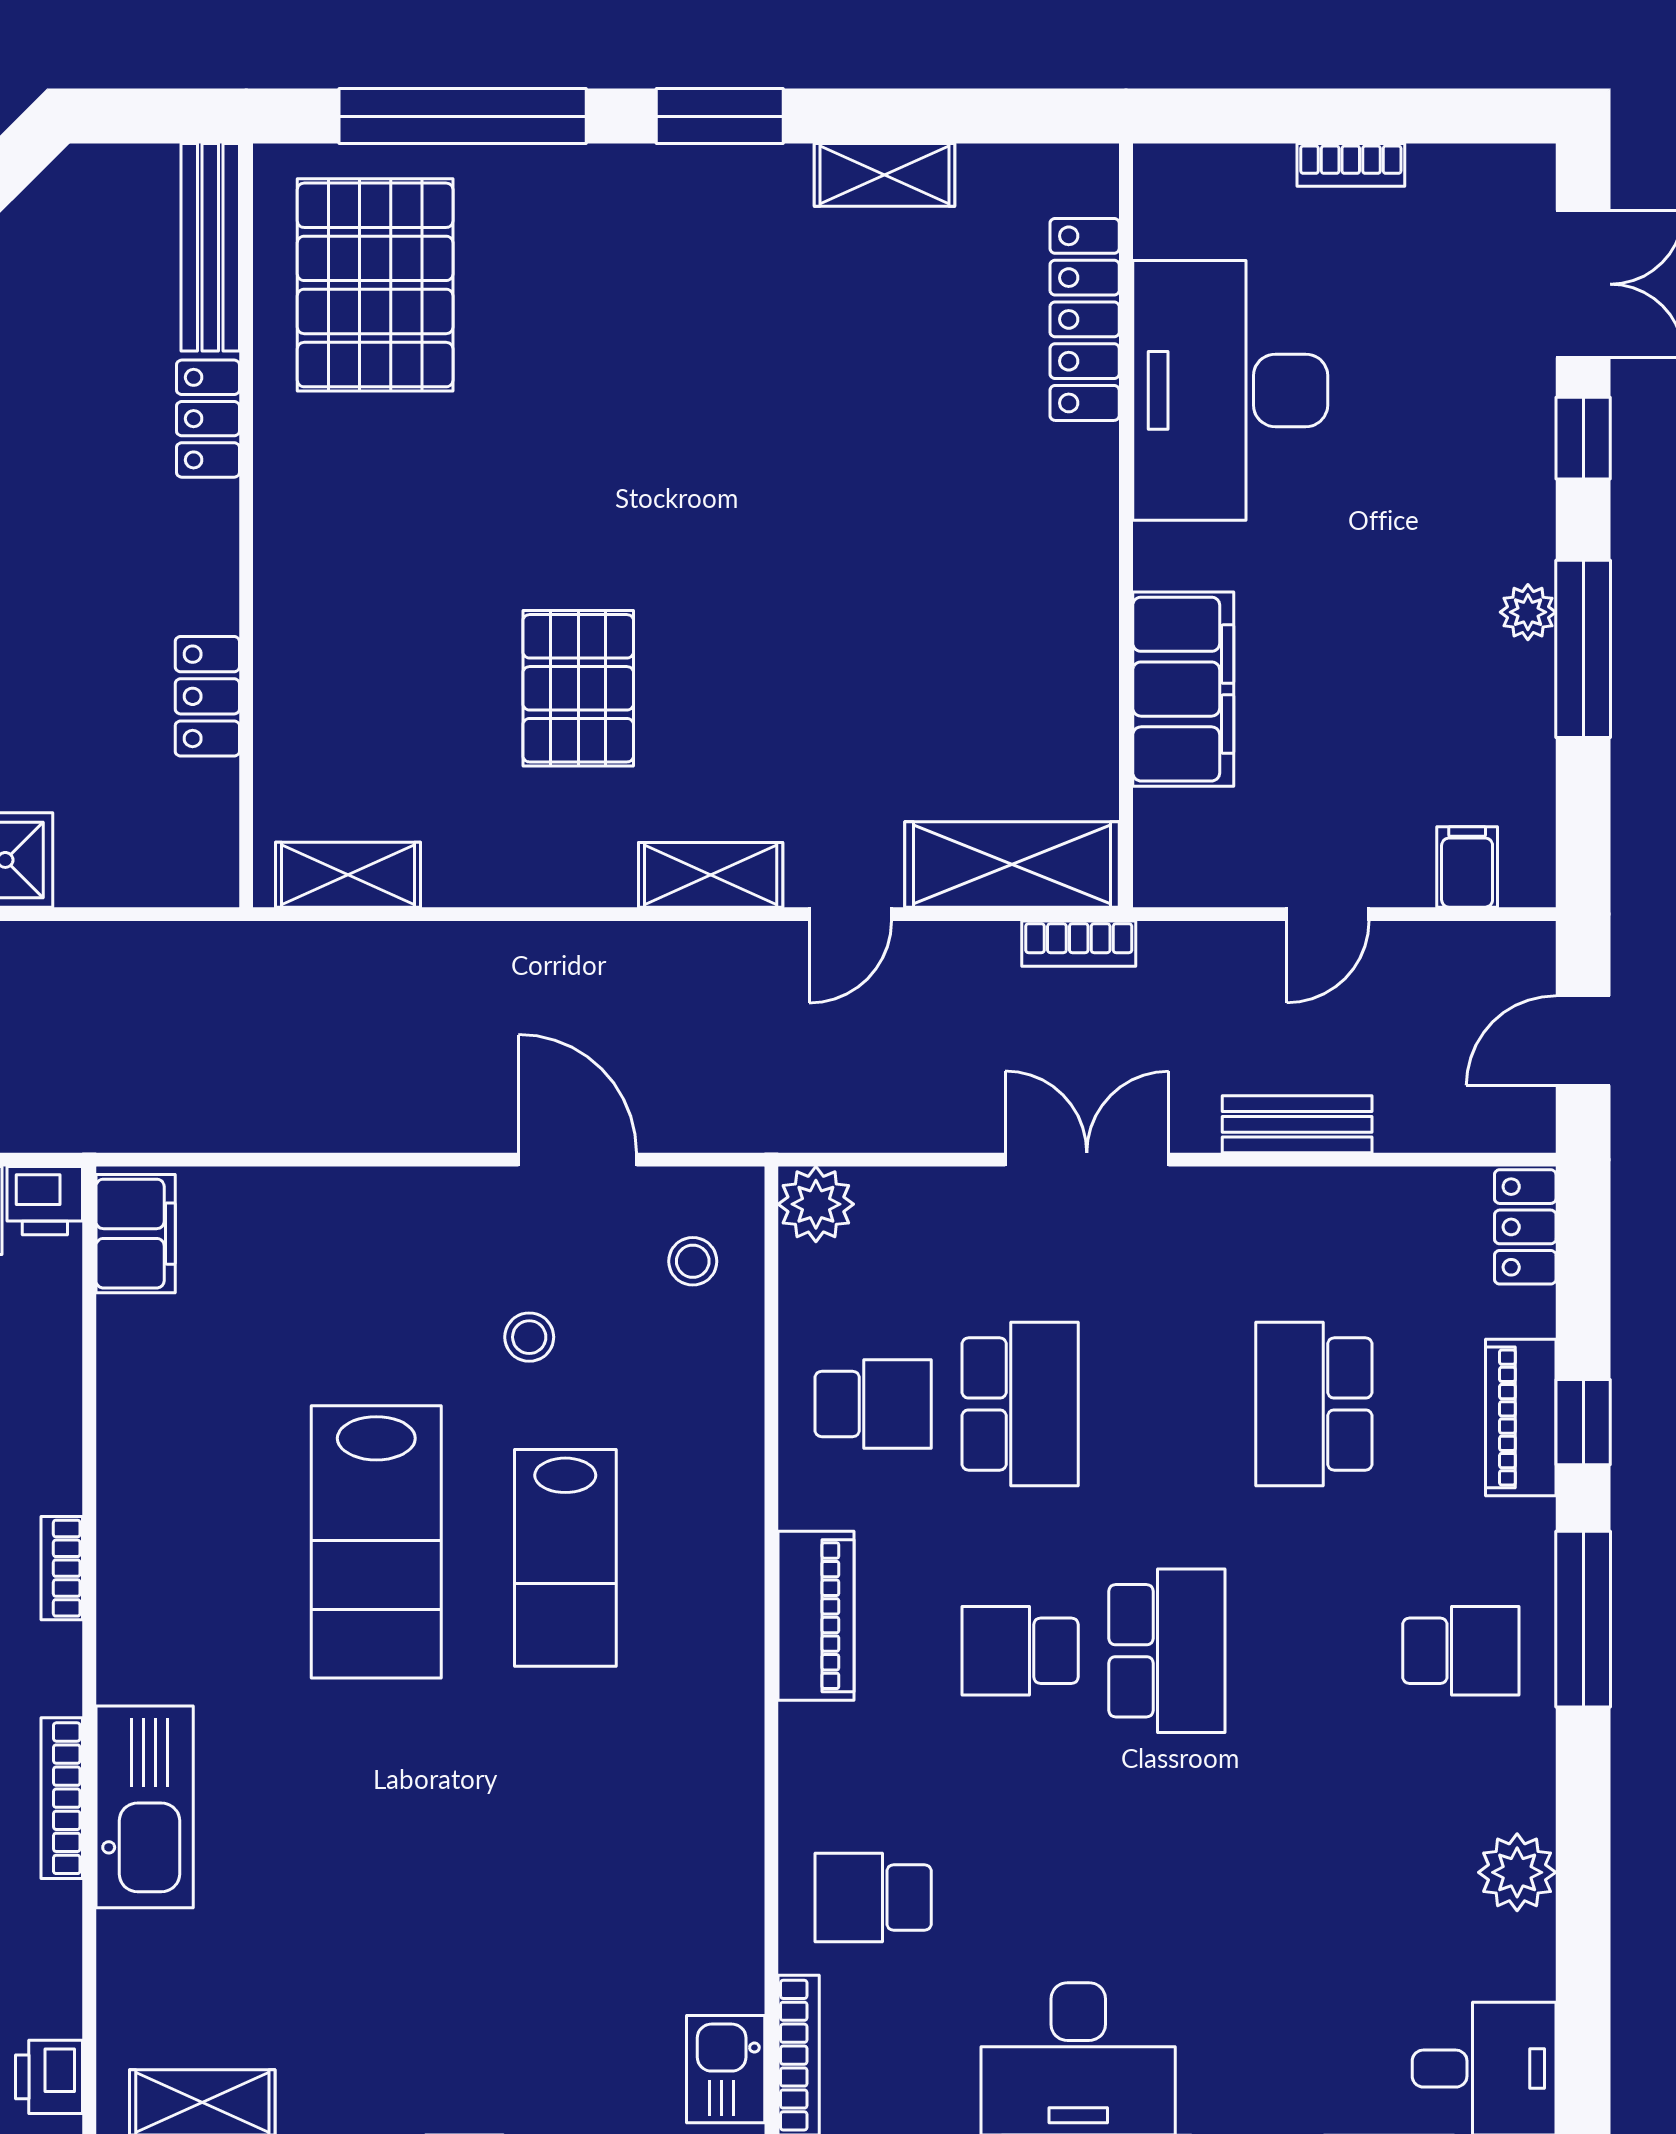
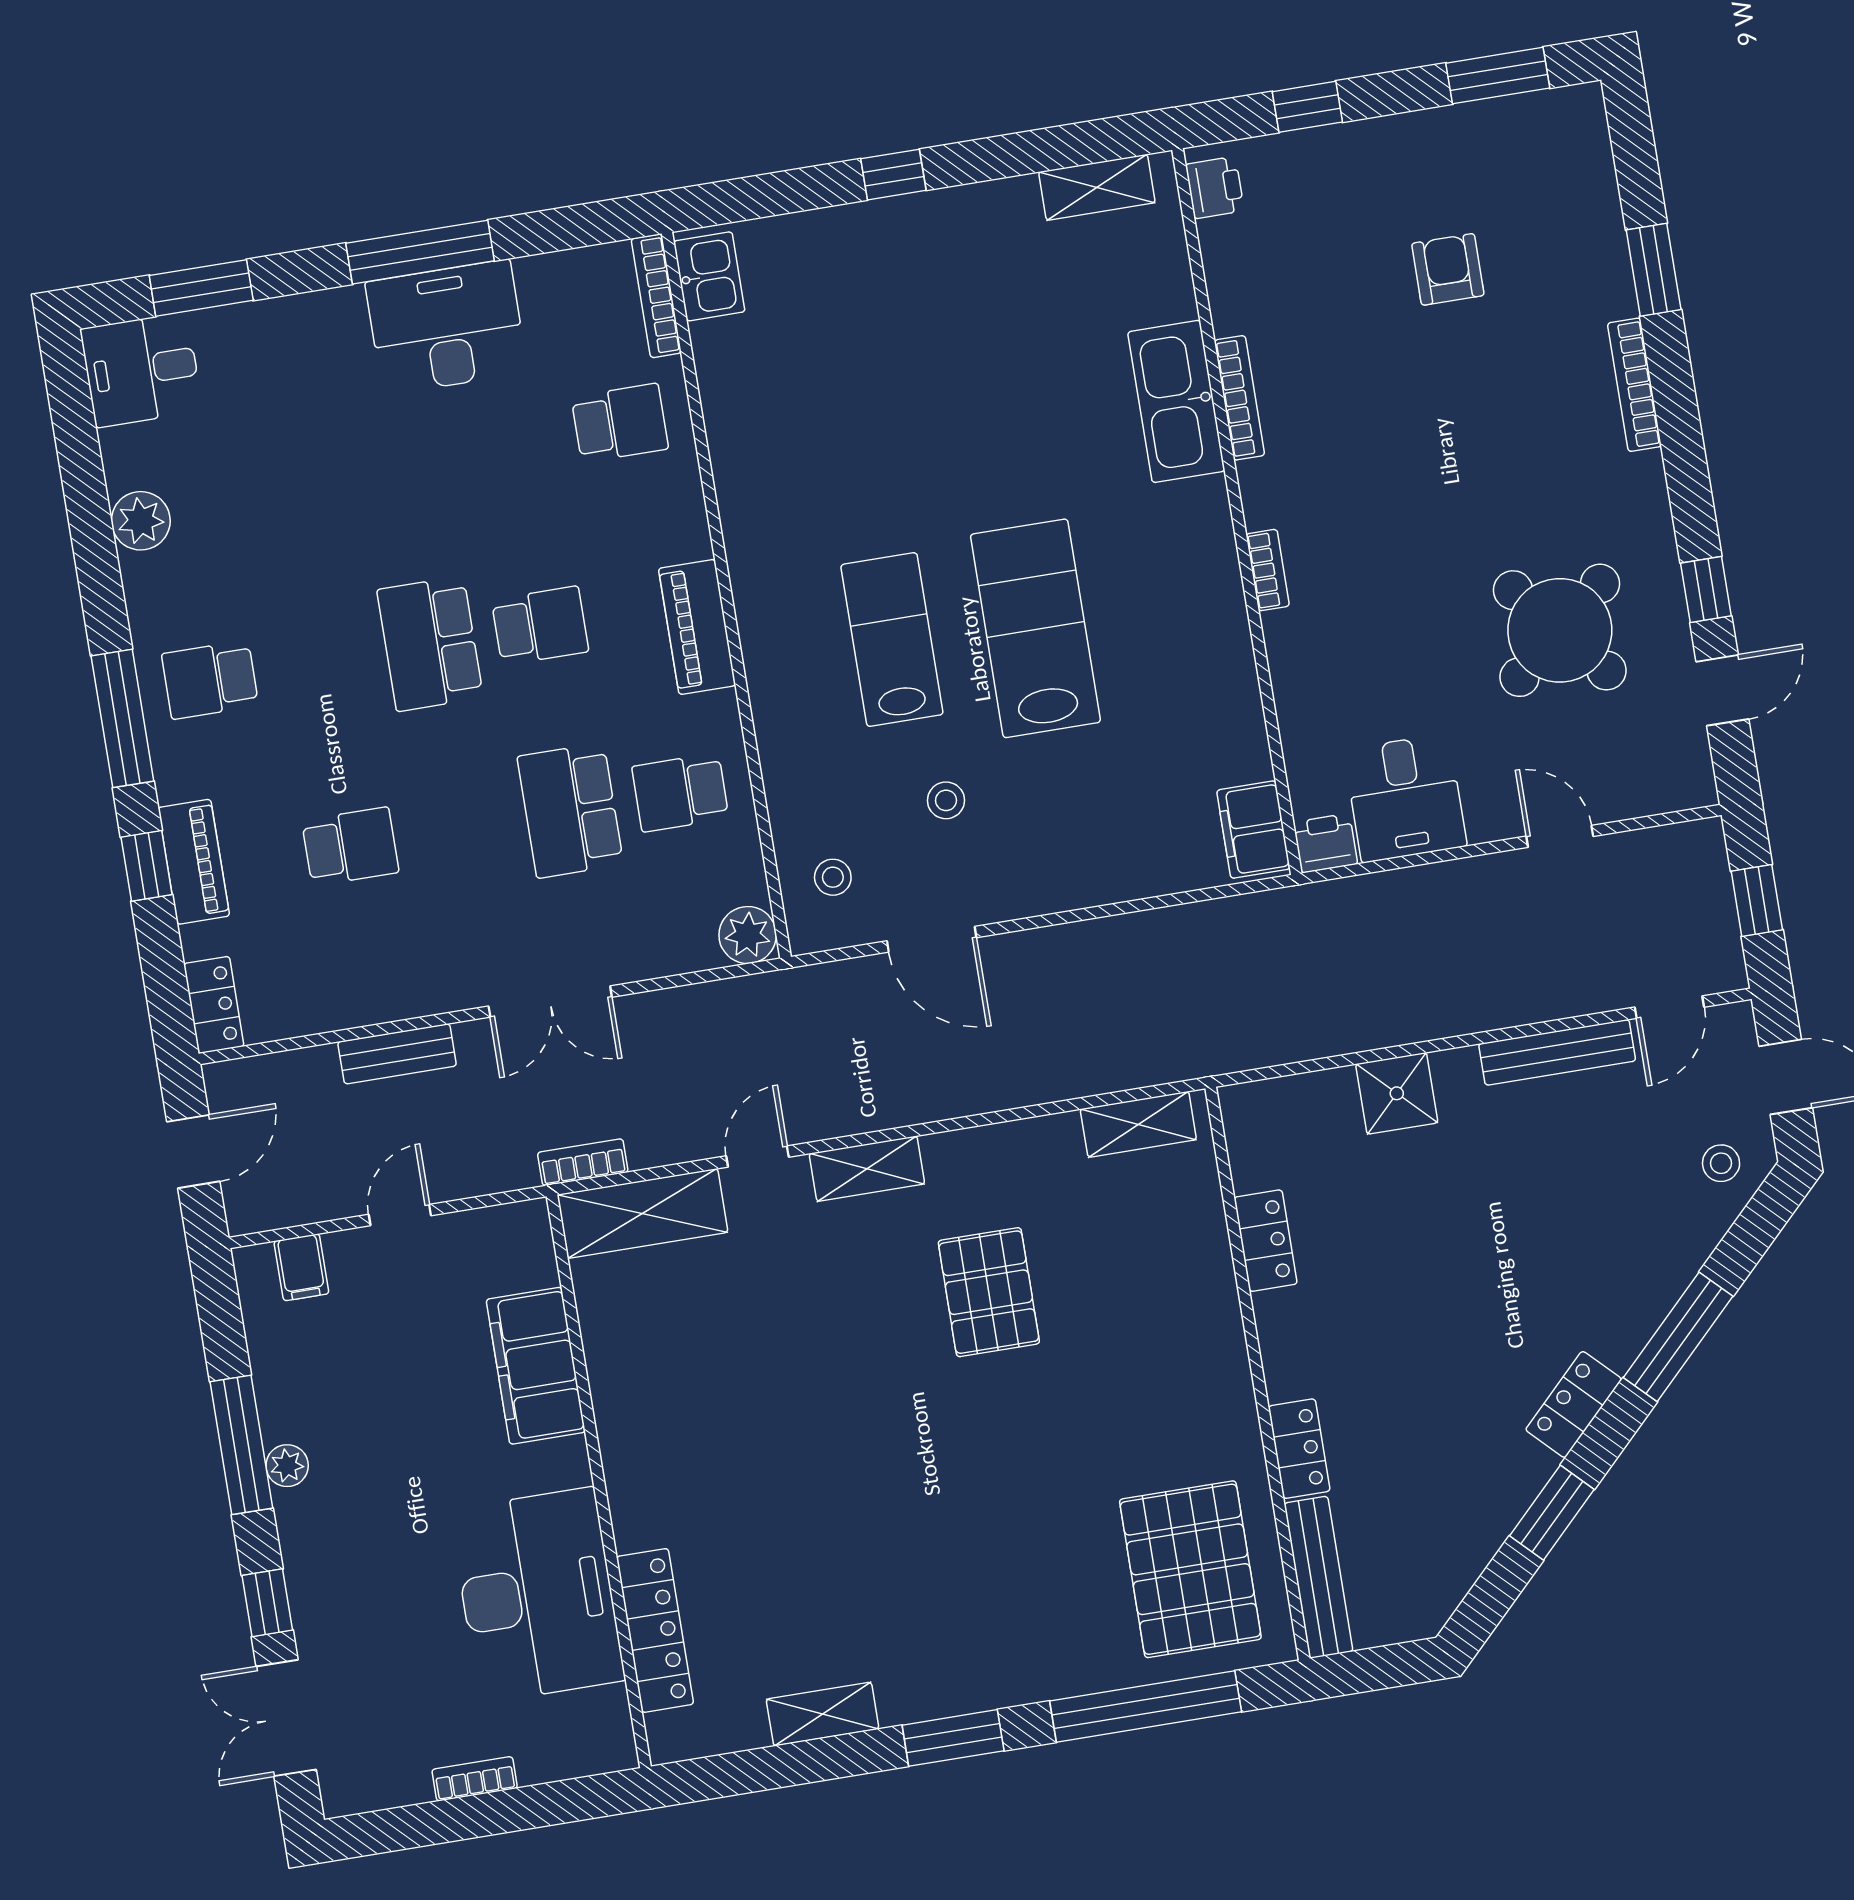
school desk: (1314, 1404) -> (350, 846), width x0.54

